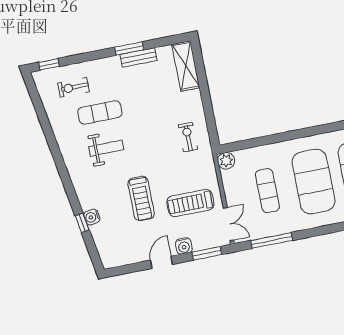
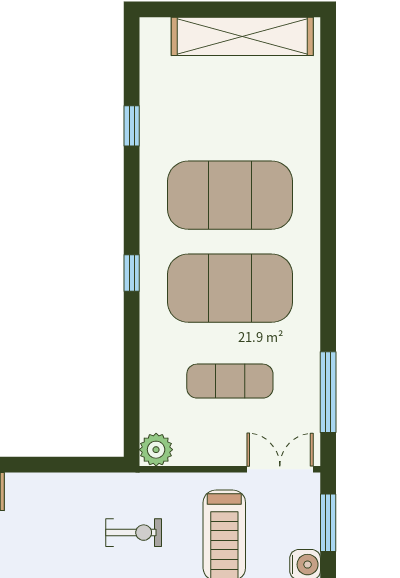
window: (311, 131) -> (132, 273), added
exercise bike: (188, 137) -> (134, 533), moved, turned 180

